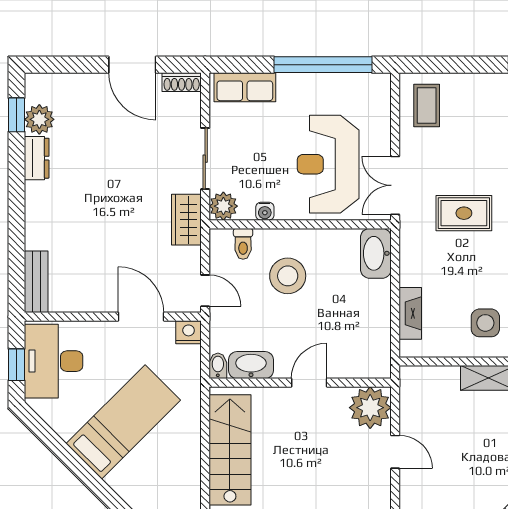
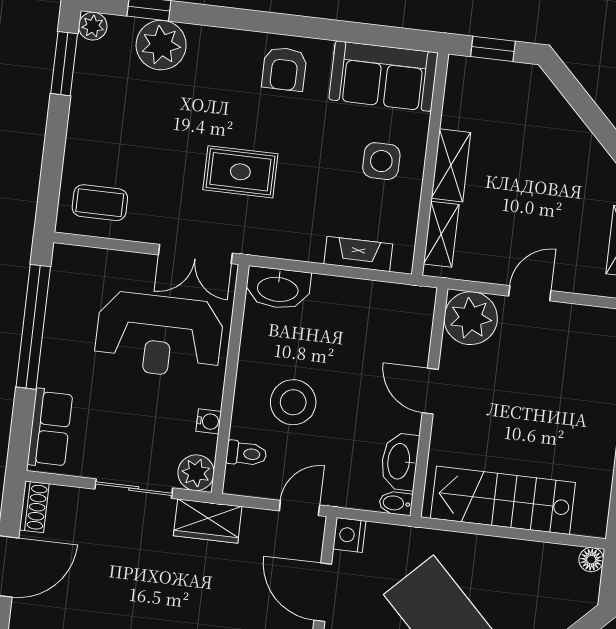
rug: (464, 213) -> (240, 172), turned 90
door: (141, 317) -> (323, 592), hinge flipped
shelving: (433, 377) -> (441, 234), added

